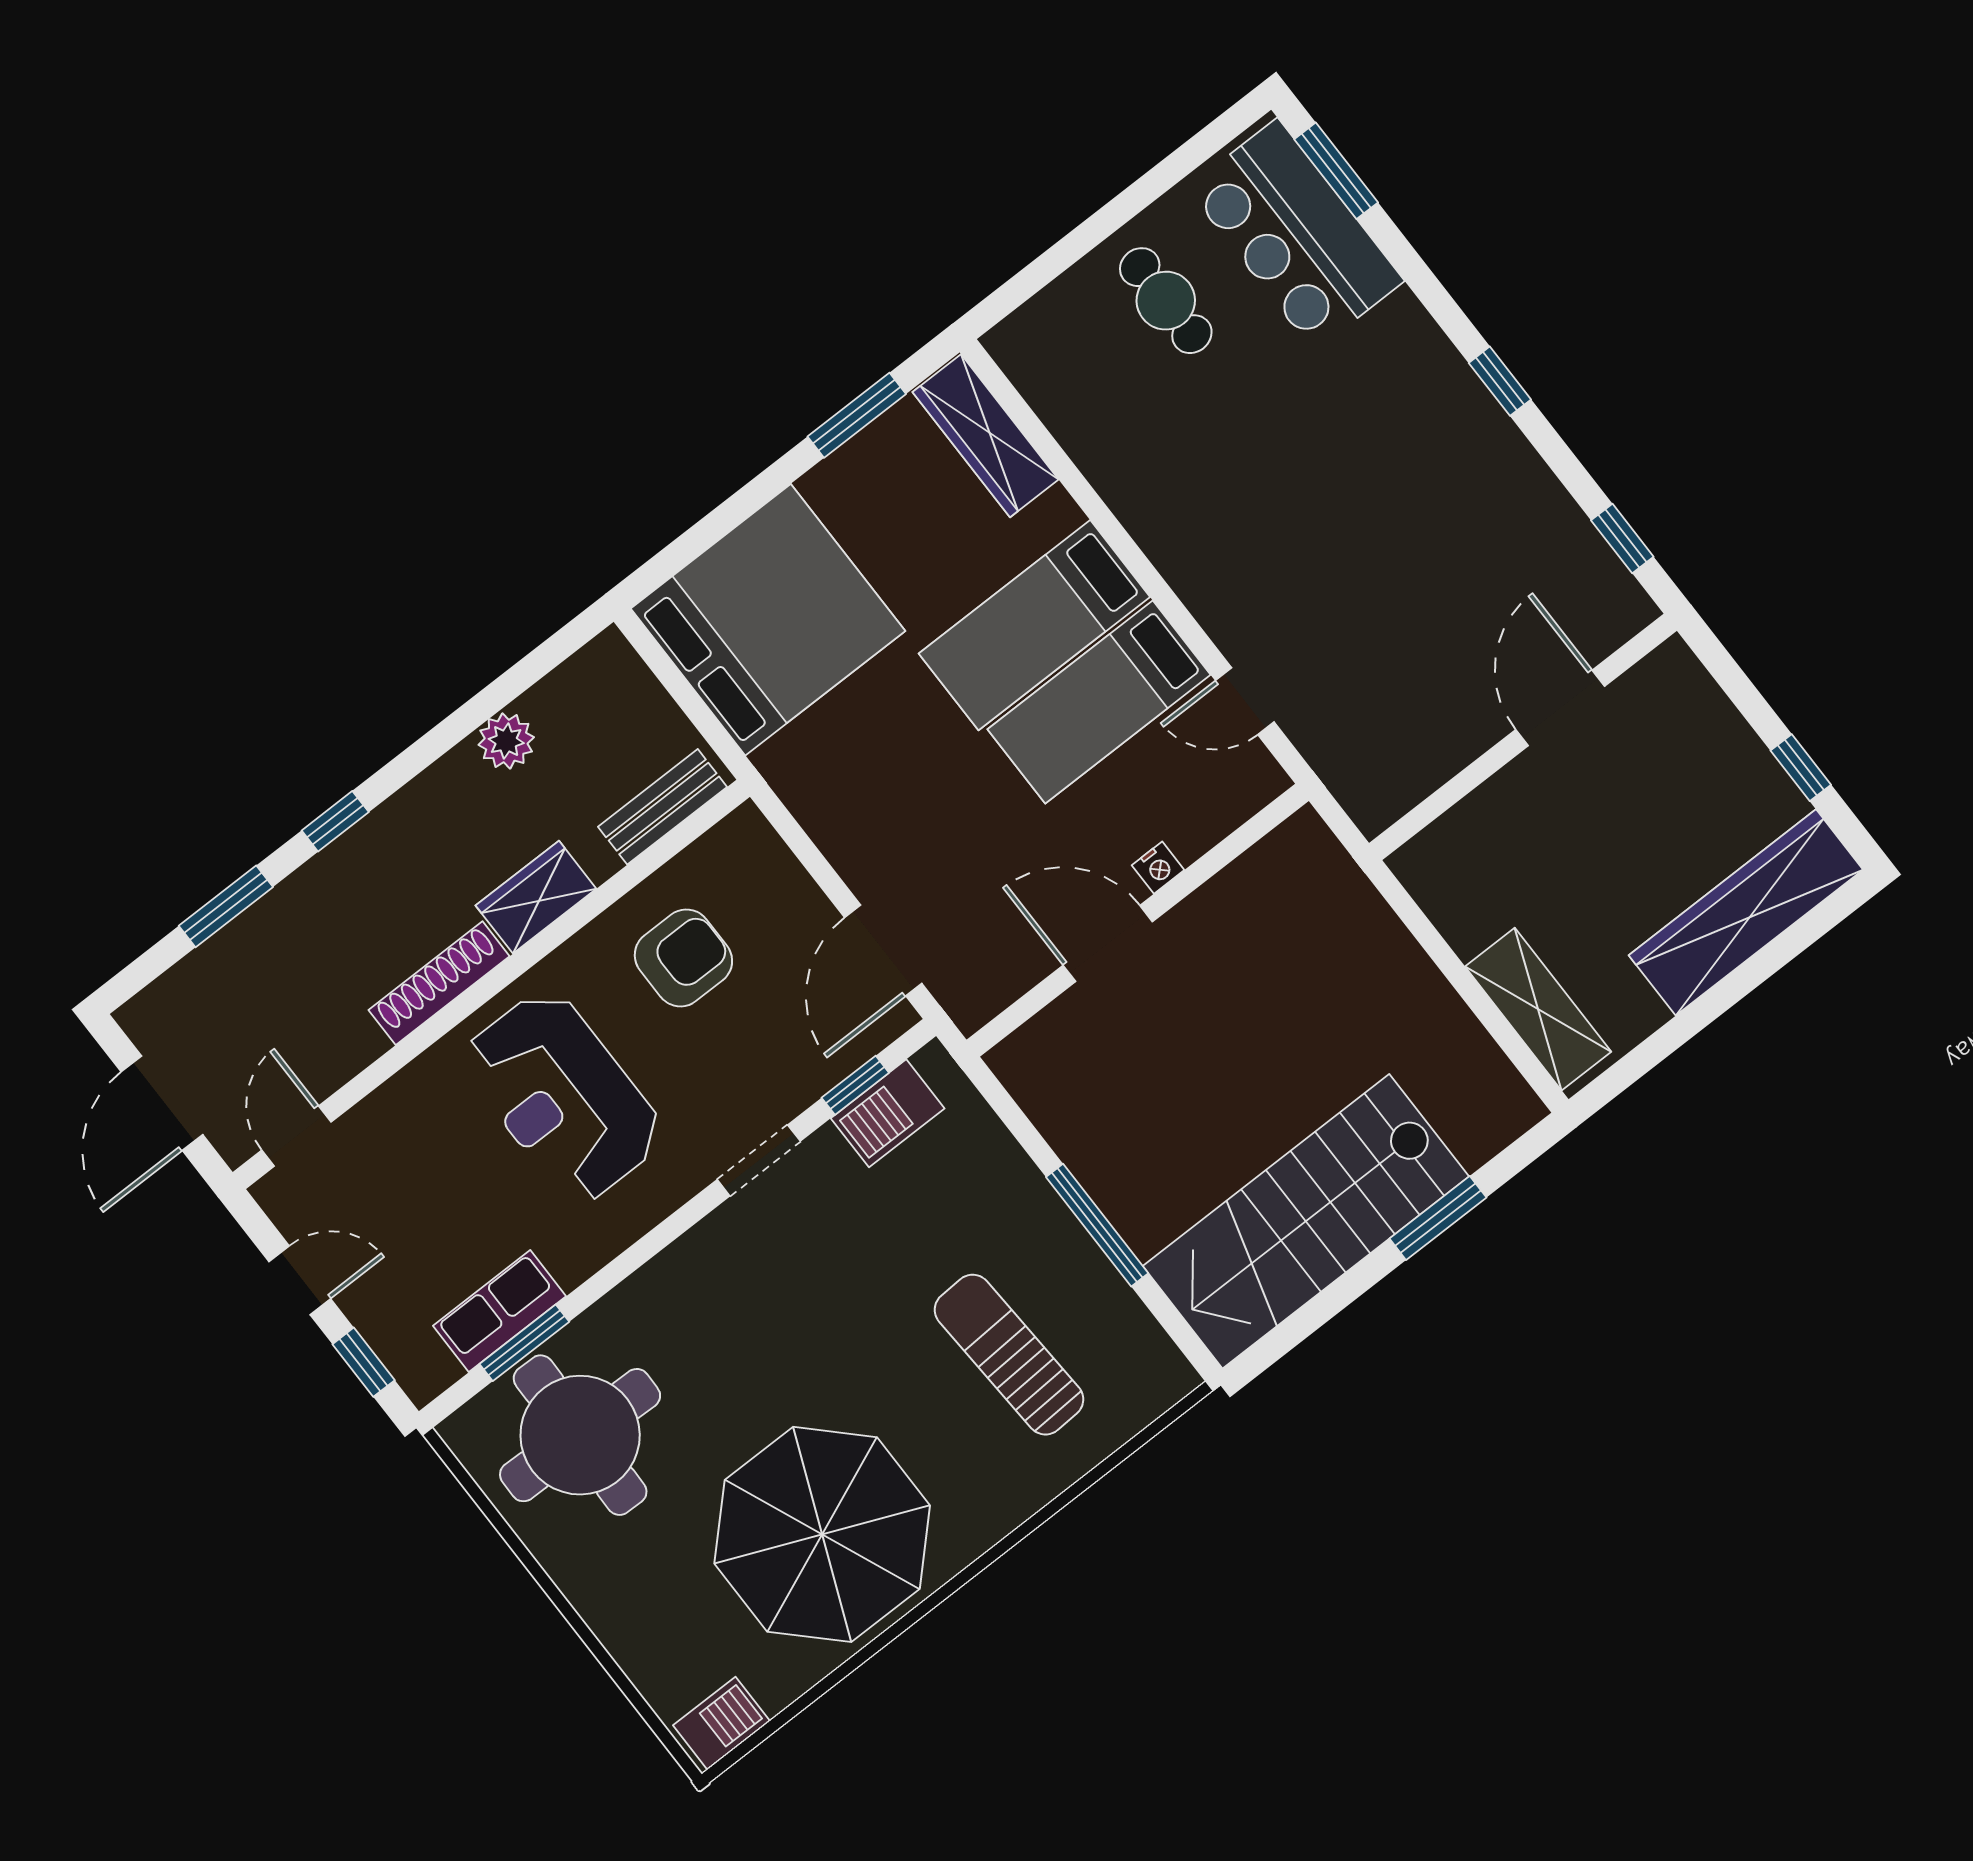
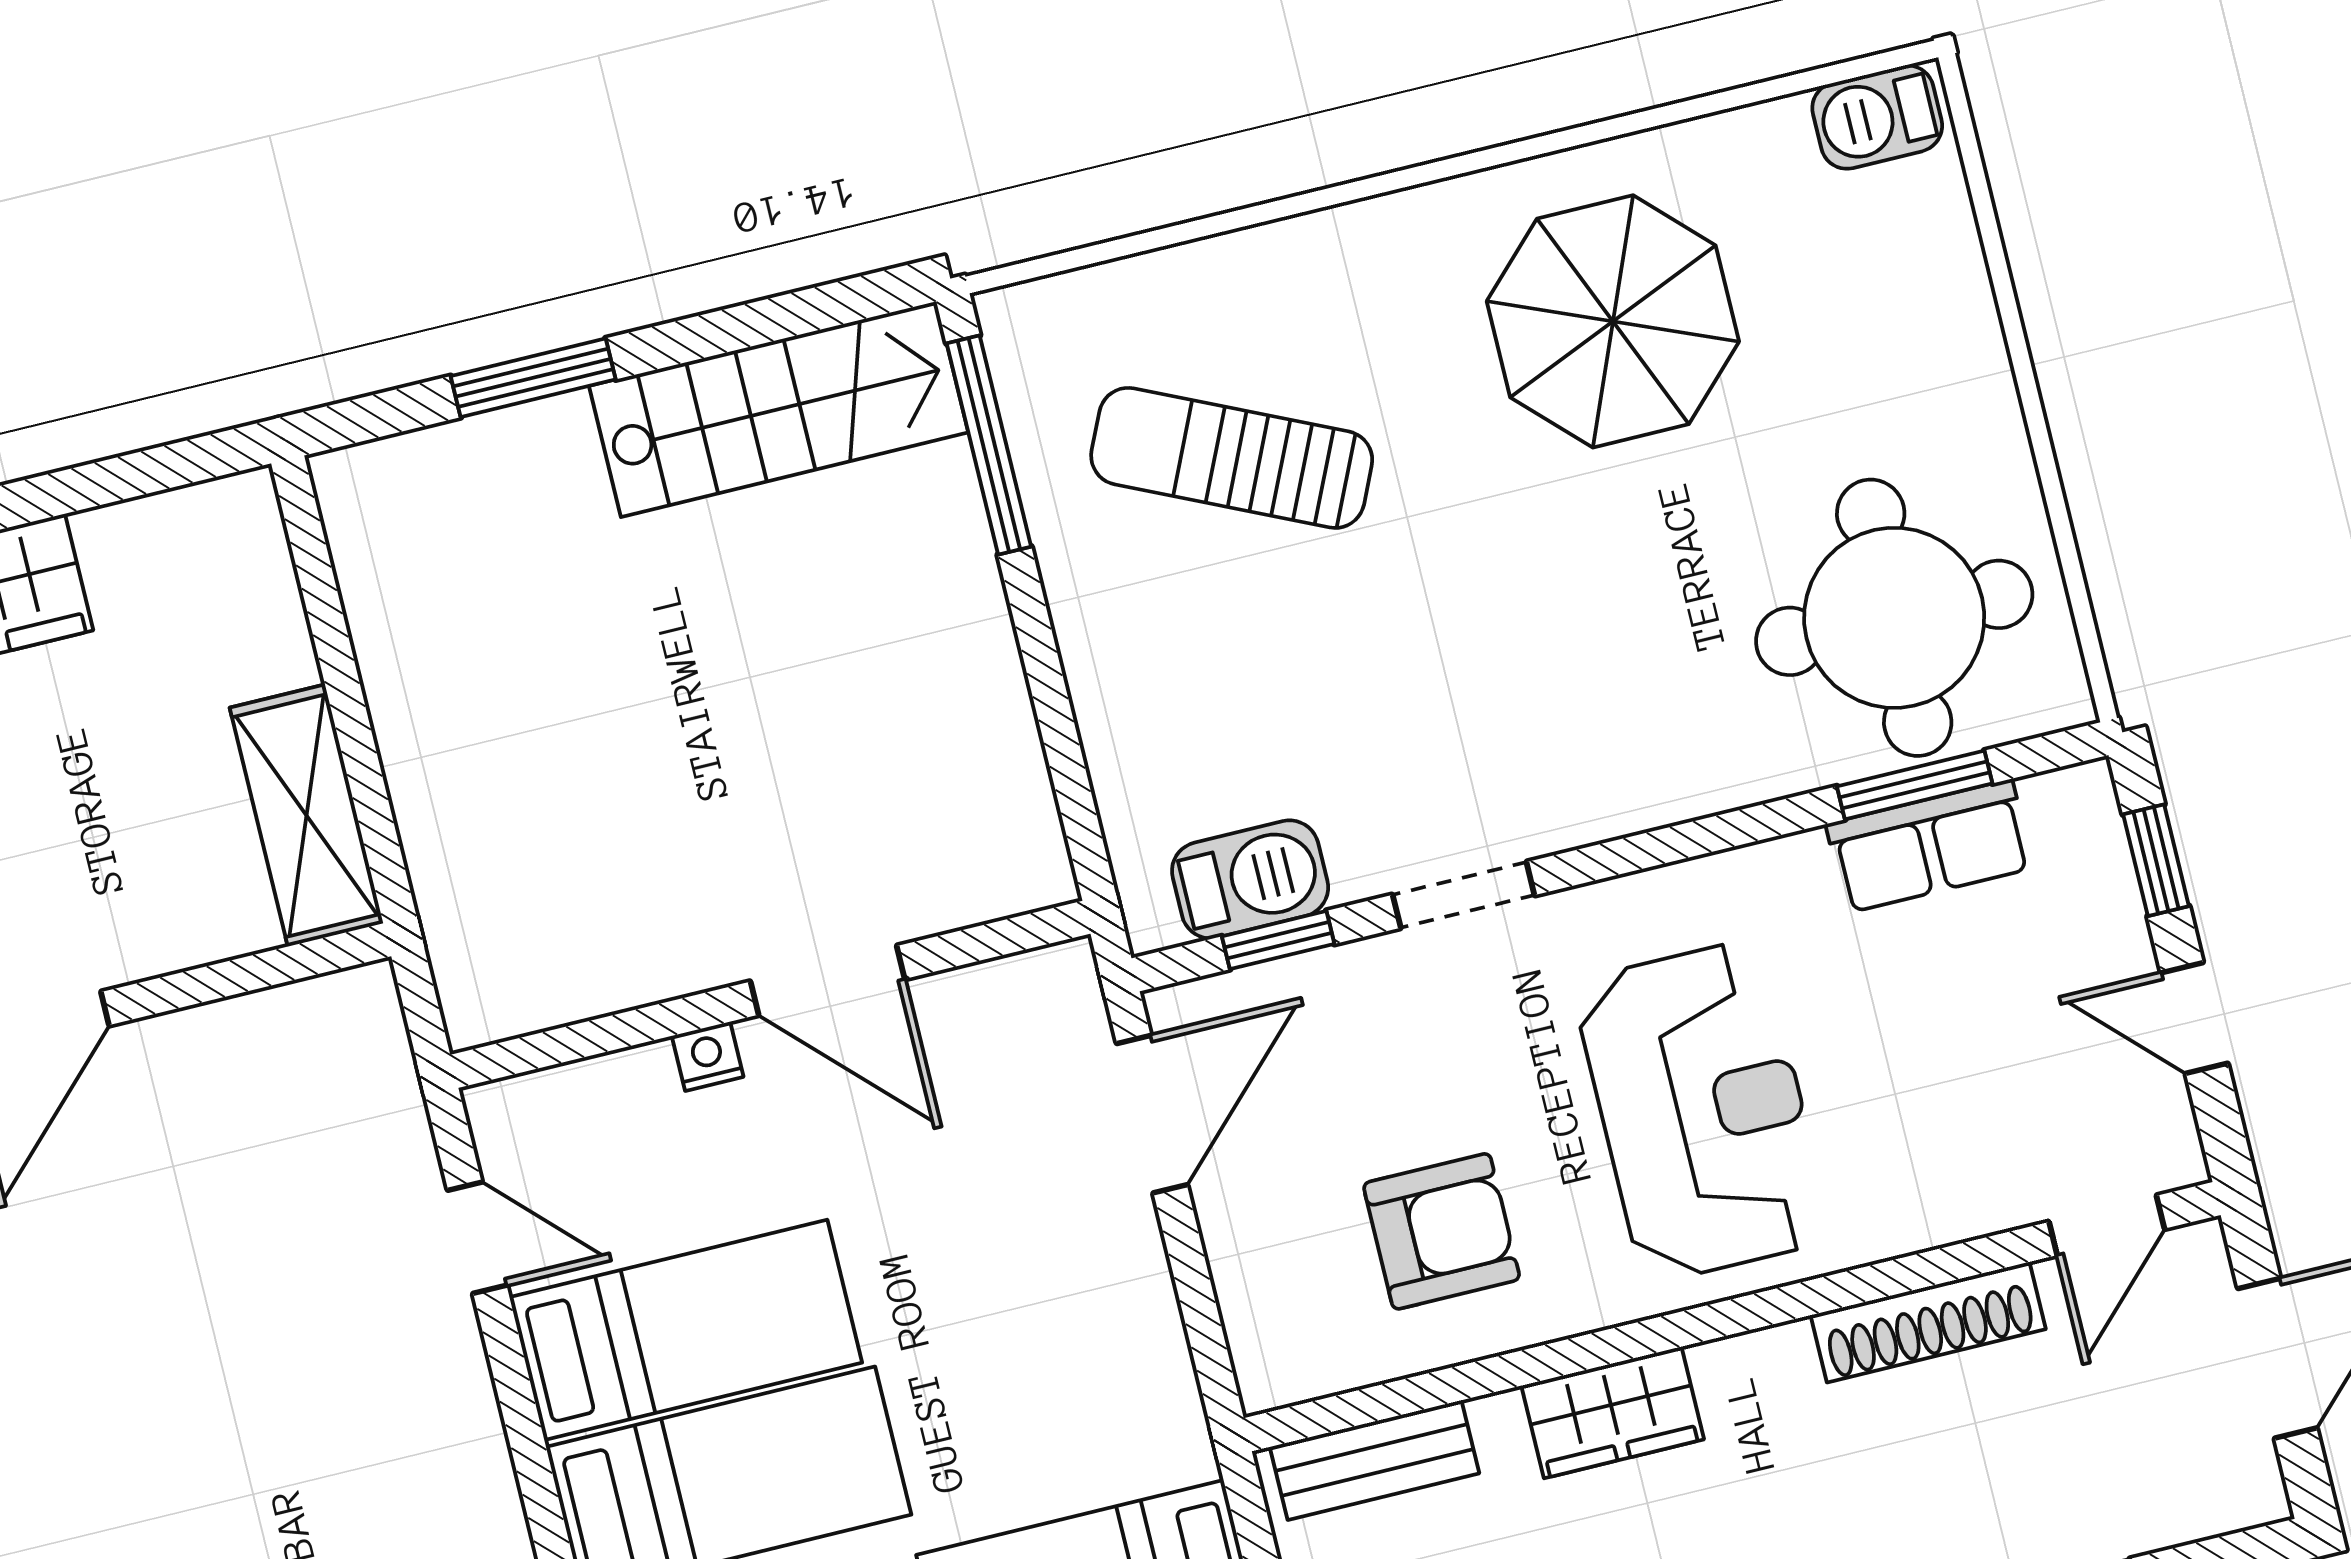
armchair: (683, 958) -> (1442, 1231), turned 180
shoe rack: (439, 983) -> (1928, 1322), moved
shelving: (1538, 1009) -> (306, 816), moved
stairs: (1306, 1221) -> (779, 409), width x0.73, depth x0.66
window: (1097, 1225) -> (989, 445), moved
sun lounger: (1009, 1355) -> (1232, 458), turned 118
parasol: (822, 1534) -> (1613, 321), width x0.73, depth x0.73

